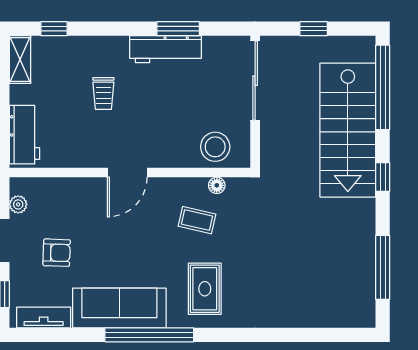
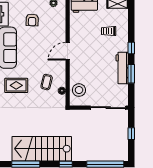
window: (54, 29) -> (131, 48), moved
trolley: (103, 93) -> (109, 31), moved
stairs: (348, 130) -> (42, 149), moved
door: (127, 172) -> (68, 51), hinge flipped

